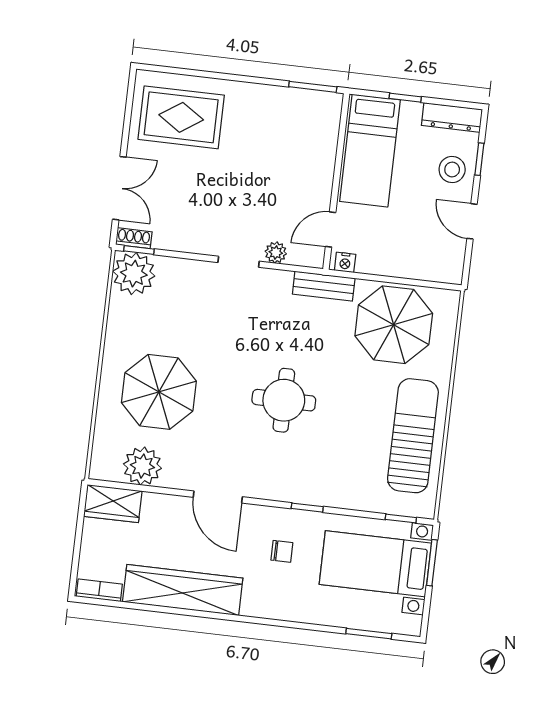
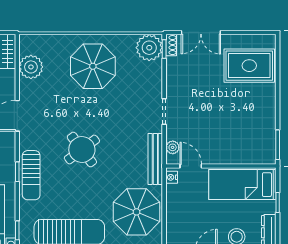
rug: (181, 117) -> (249, 66), turned 90
plant: (276, 253) -> (173, 147), moved
bench: (324, 286) -> (155, 159), width x1.36
parasol: (159, 392) -> (93, 66), moved
round table: (284, 400) -> (82, 150), turned -37
sun lounger: (315, 486) -> (31, 175), added

